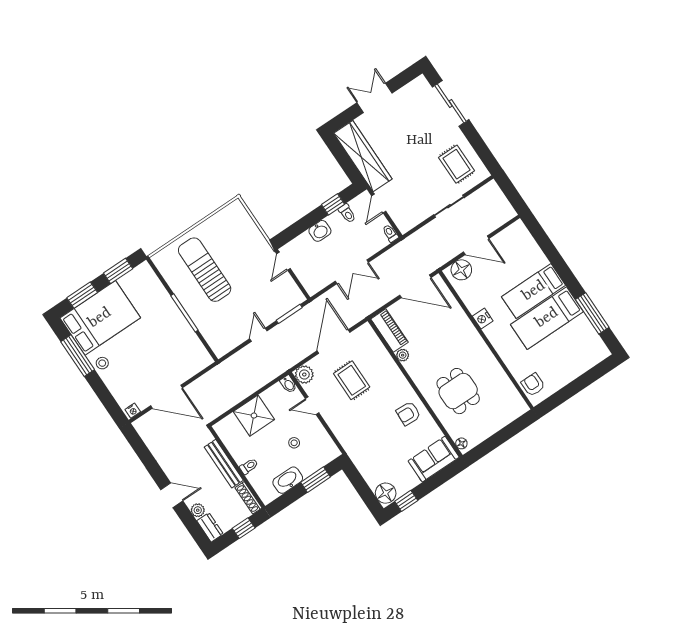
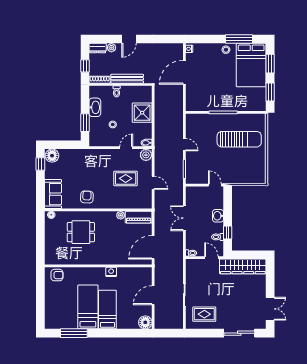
double door: (375, 98) -> (270, 309), moved
floor lamp: (461, 270) -> (145, 322), moved
door: (334, 341) -> (153, 183), width x0.53

